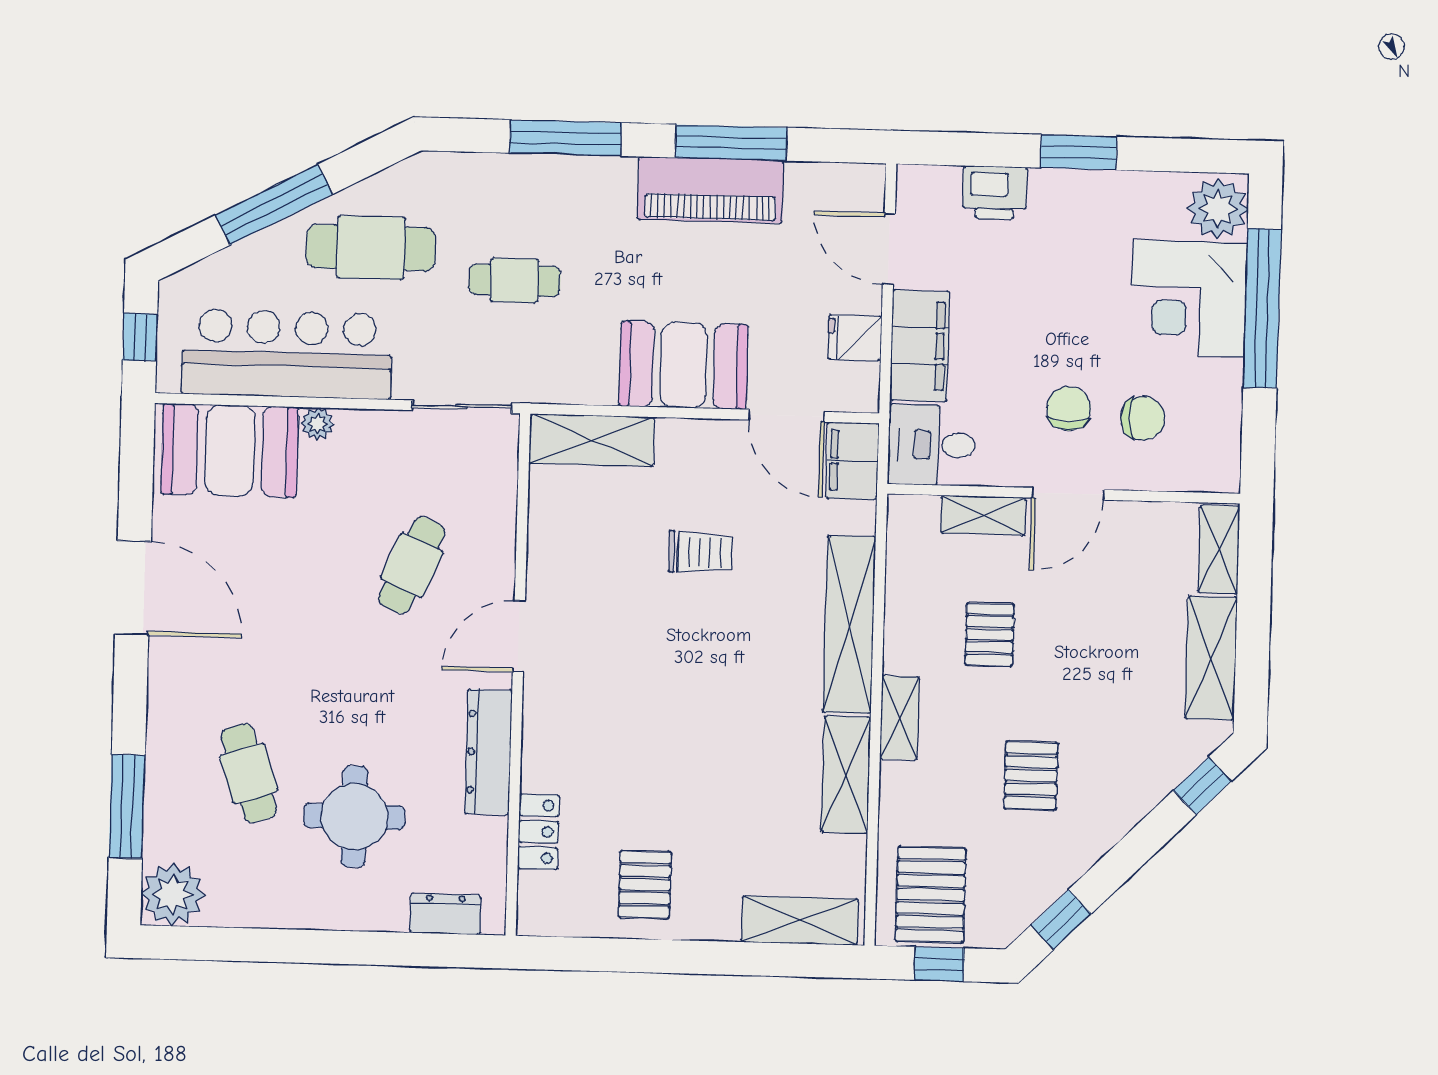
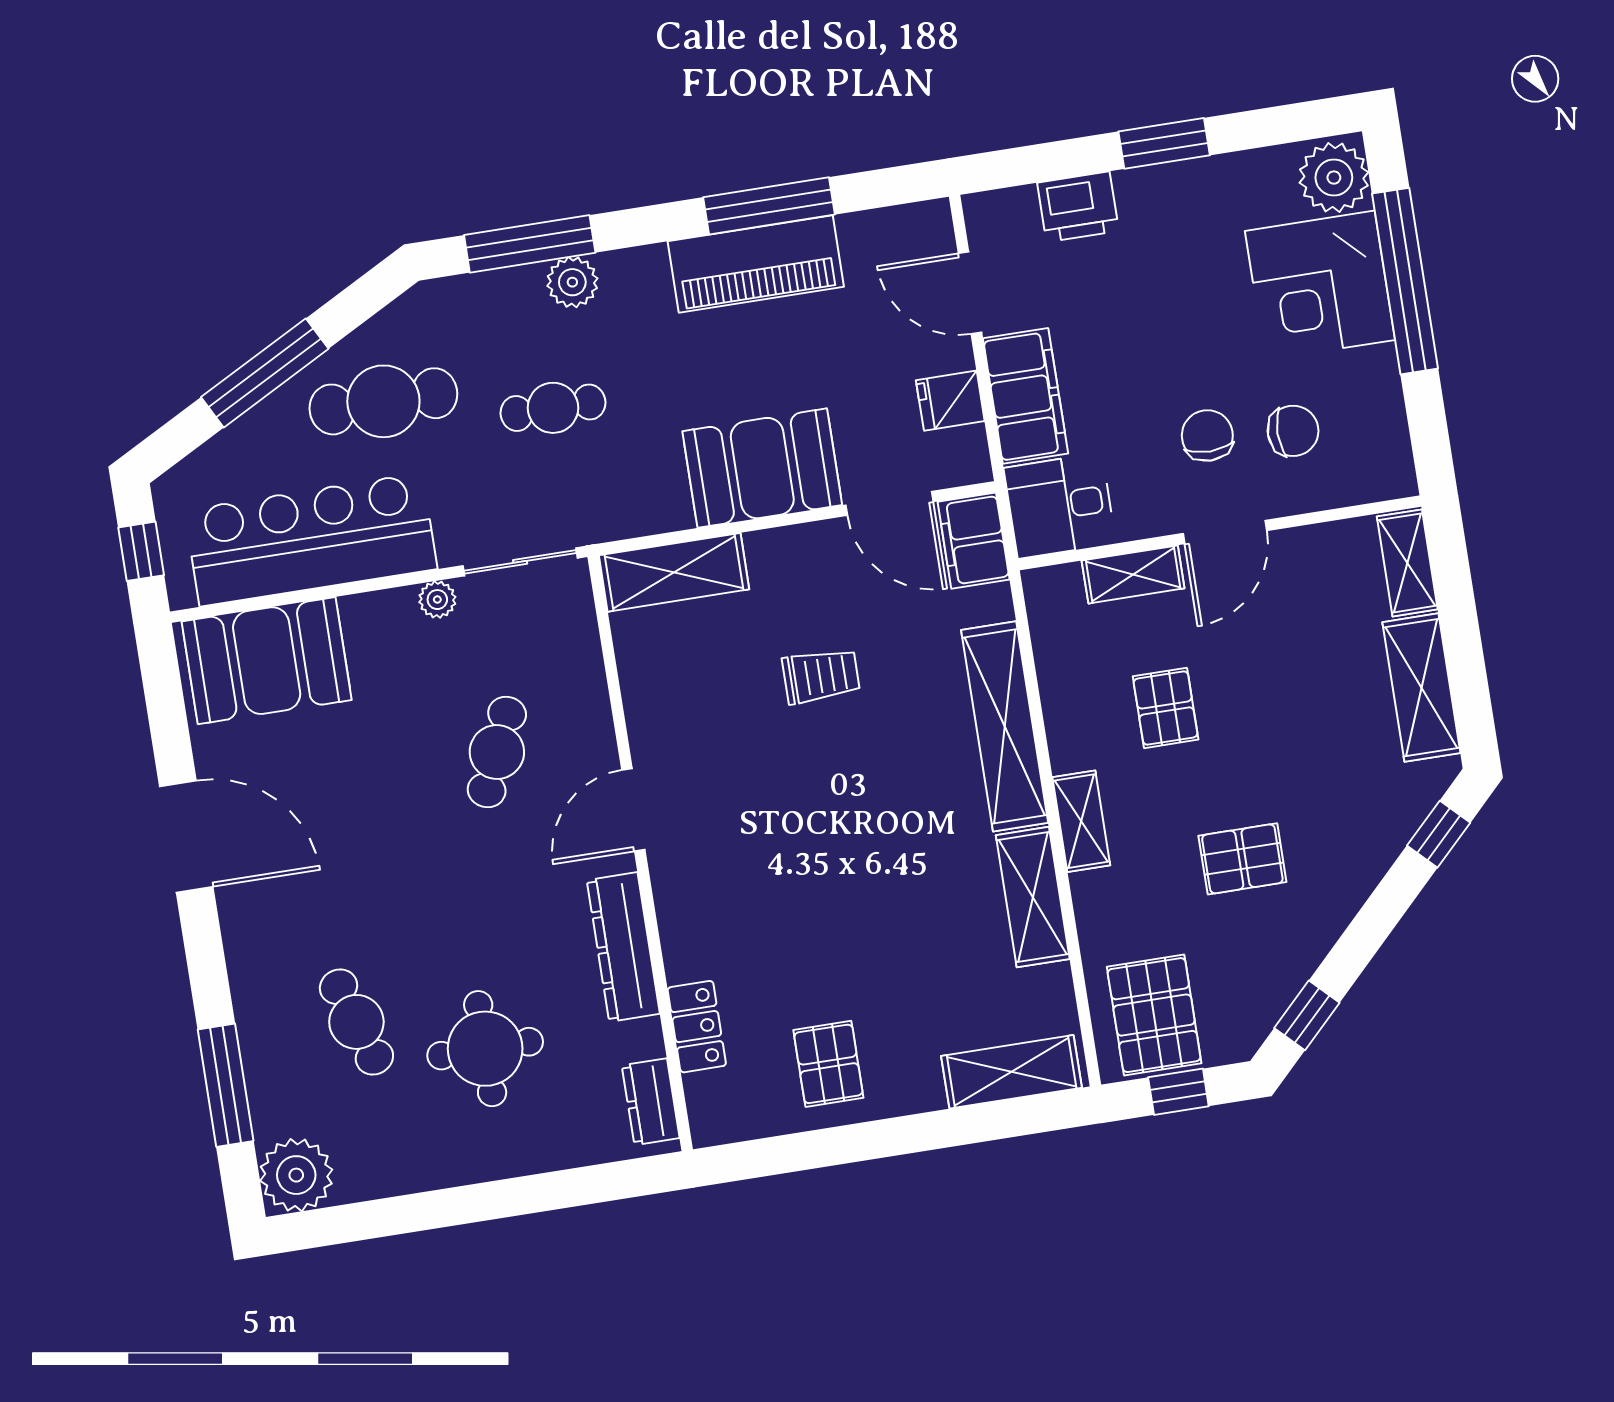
window: (566, 138) -> (530, 244), moved
plant: (551, 176) -> (572, 282), added
plant: (317, 424) -> (437, 600), moved
pallet: (1031, 776) -> (1242, 859), turned 90
dresser: (445, 914) -> (651, 1102), moved, turned -90

